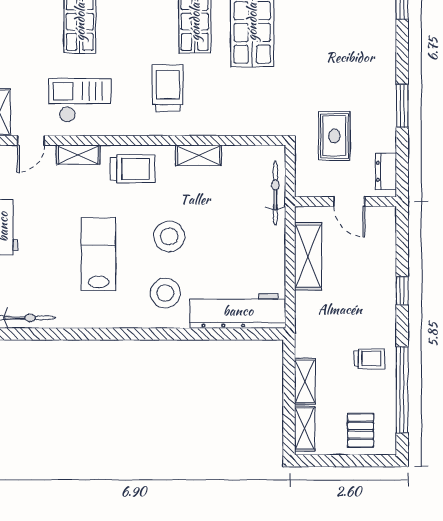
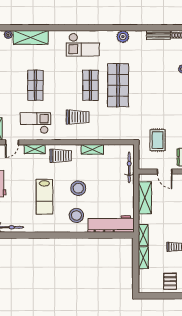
trolley: (168, 88) -> (78, 117), turned 90
lab bench: (99, 254) -> (44, 197), turned 180
shelving: (305, 429) -> (143, 235), moved

